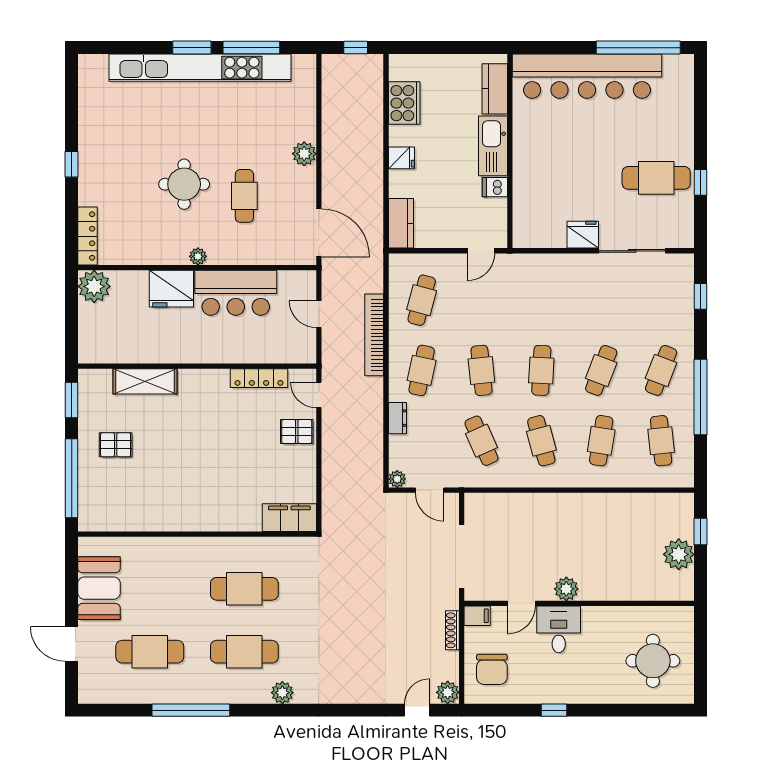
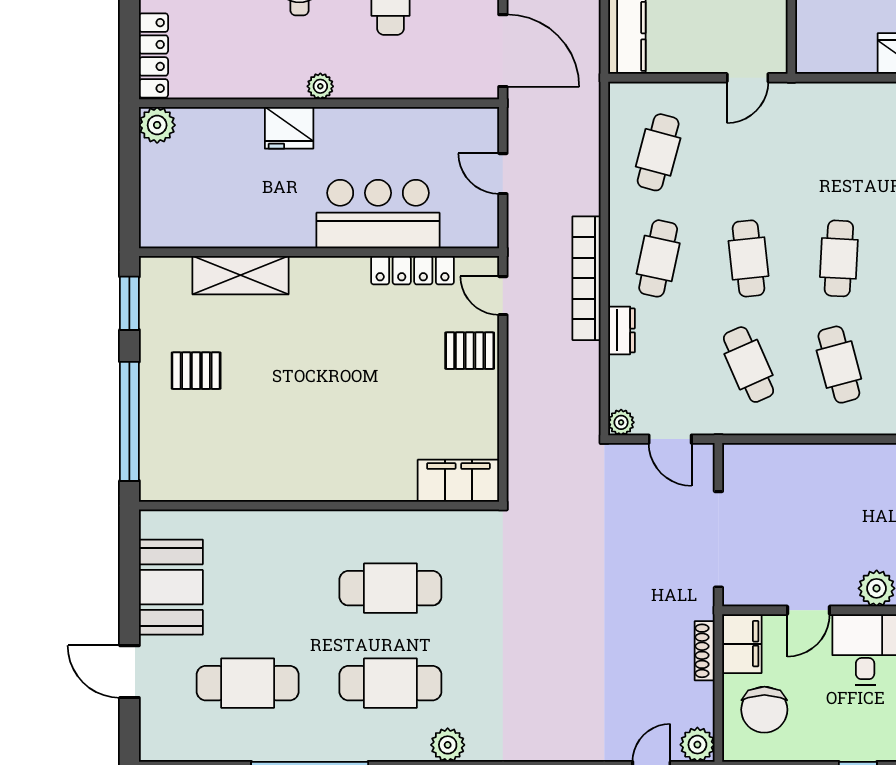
plant: (94, 286) -> (157, 125), width x0.73, depth x0.73
fridge: (171, 289) -> (289, 128), width x0.73, depth x0.75
bar counter: (236, 293) -> (378, 214), moved, turned 180
bookcase: (374, 335) -> (586, 278), moved
filing cabinet: (477, 616) -> (742, 644), width x2.00

